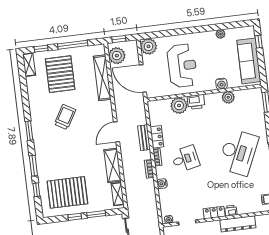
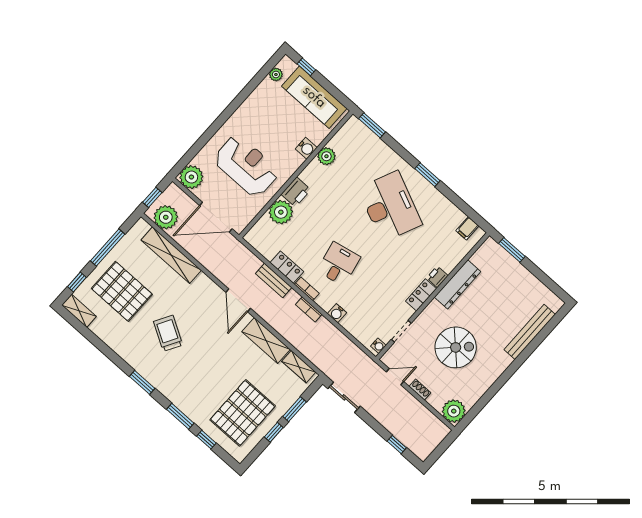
plant: (220, 34) -> (276, 74), moved

